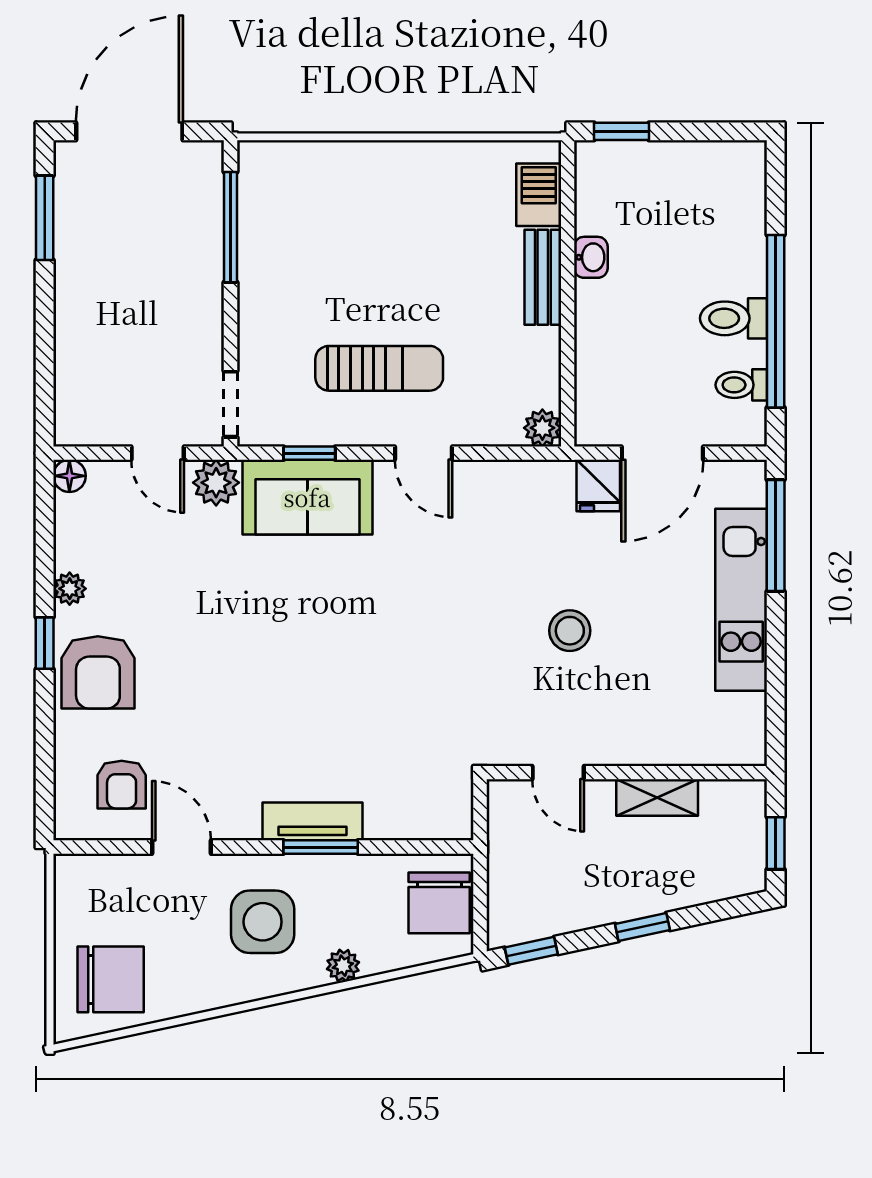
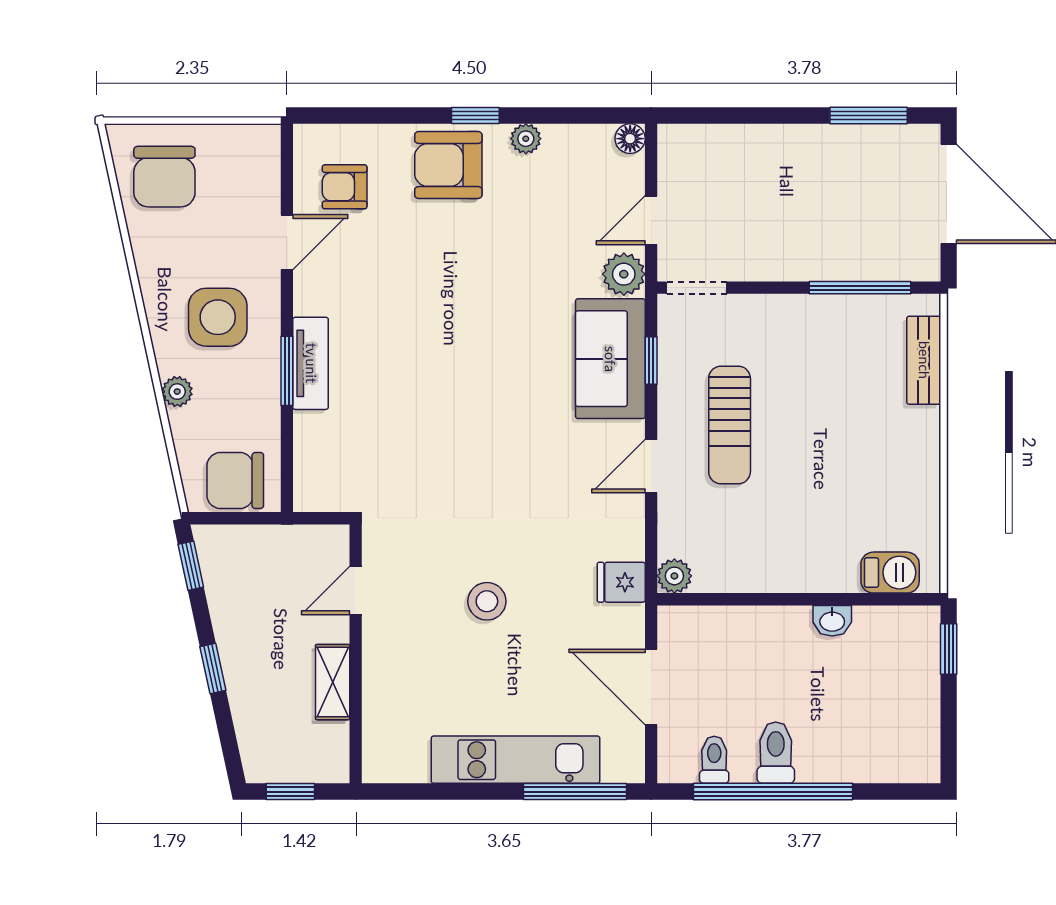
bench: (543, 277) -> (924, 360), moved, turned 90
fridge: (598, 485) -> (621, 582), moved

